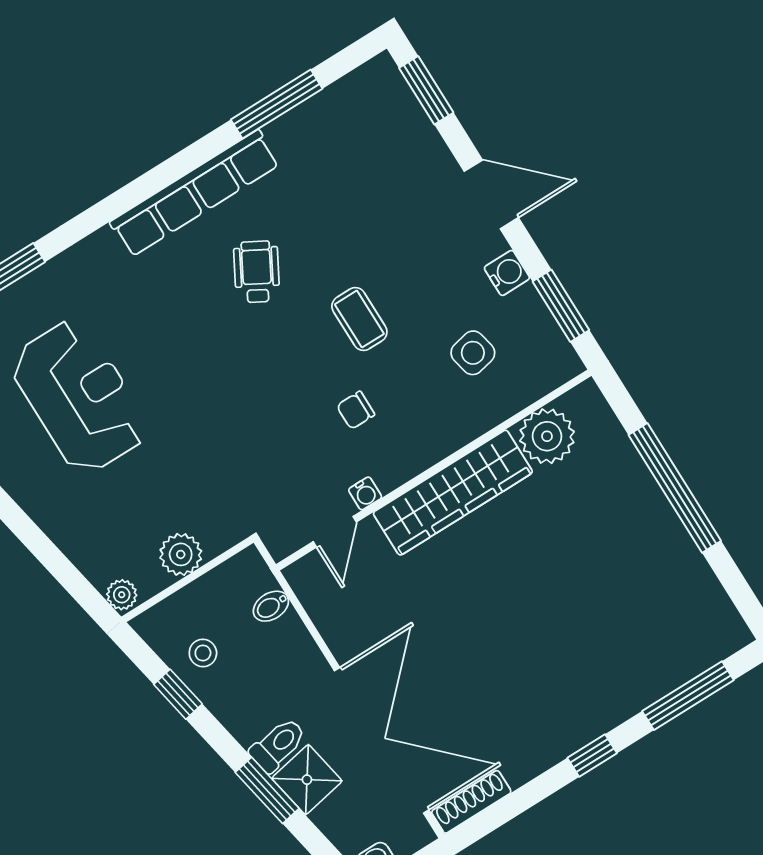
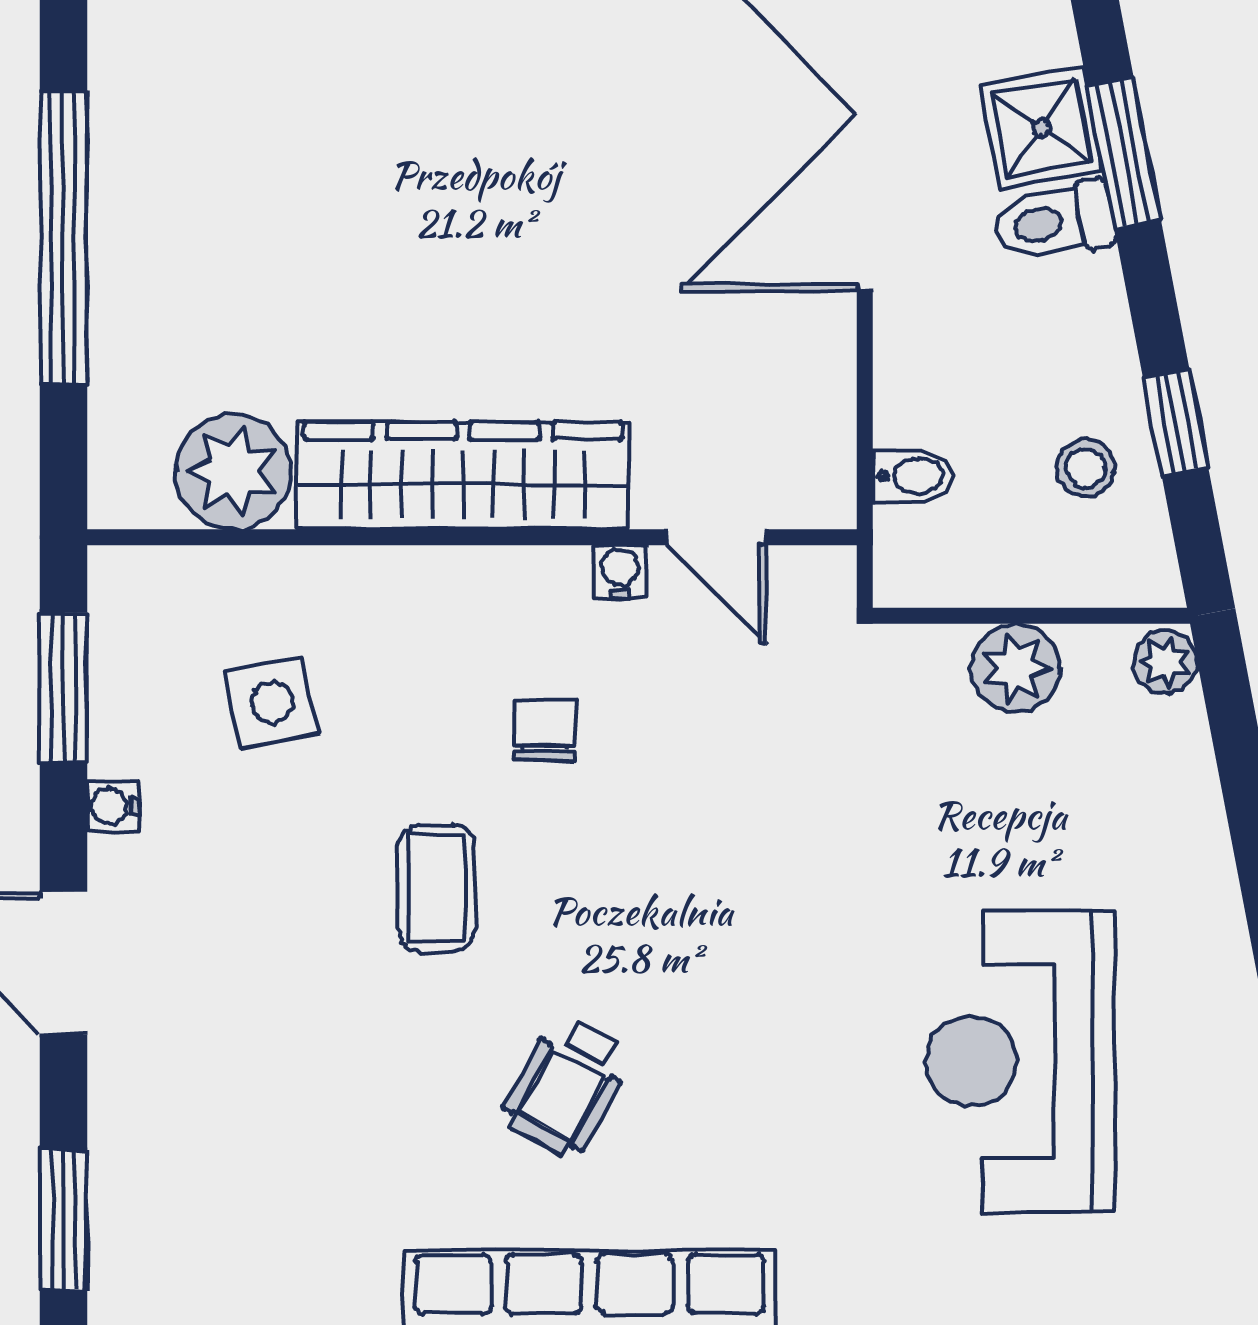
water cooler: (507, 273) -> (113, 806), width x0.72, depth x0.72
chair: (356, 410) -> (544, 730), turned -90
door: (335, 532) -> (716, 537), swing flipped

